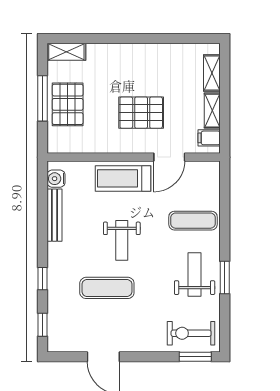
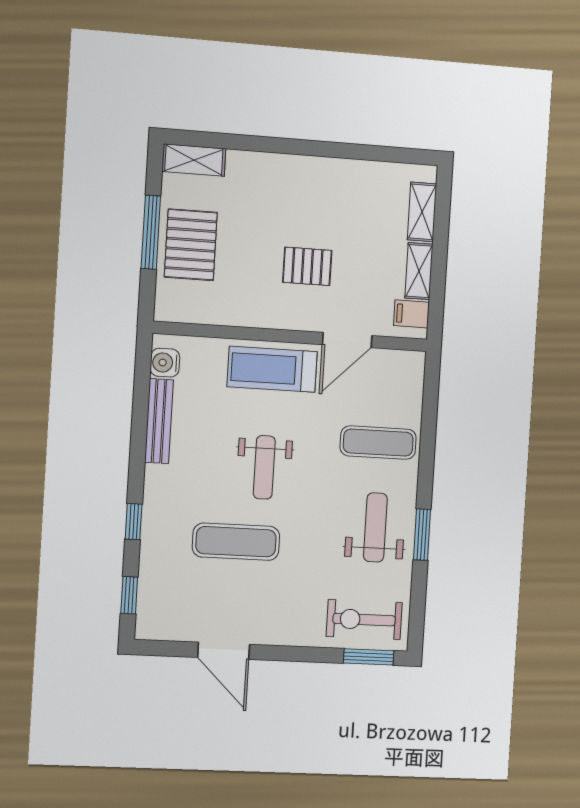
pallet: (141, 113) -> (307, 266), width x0.67, depth x0.71

